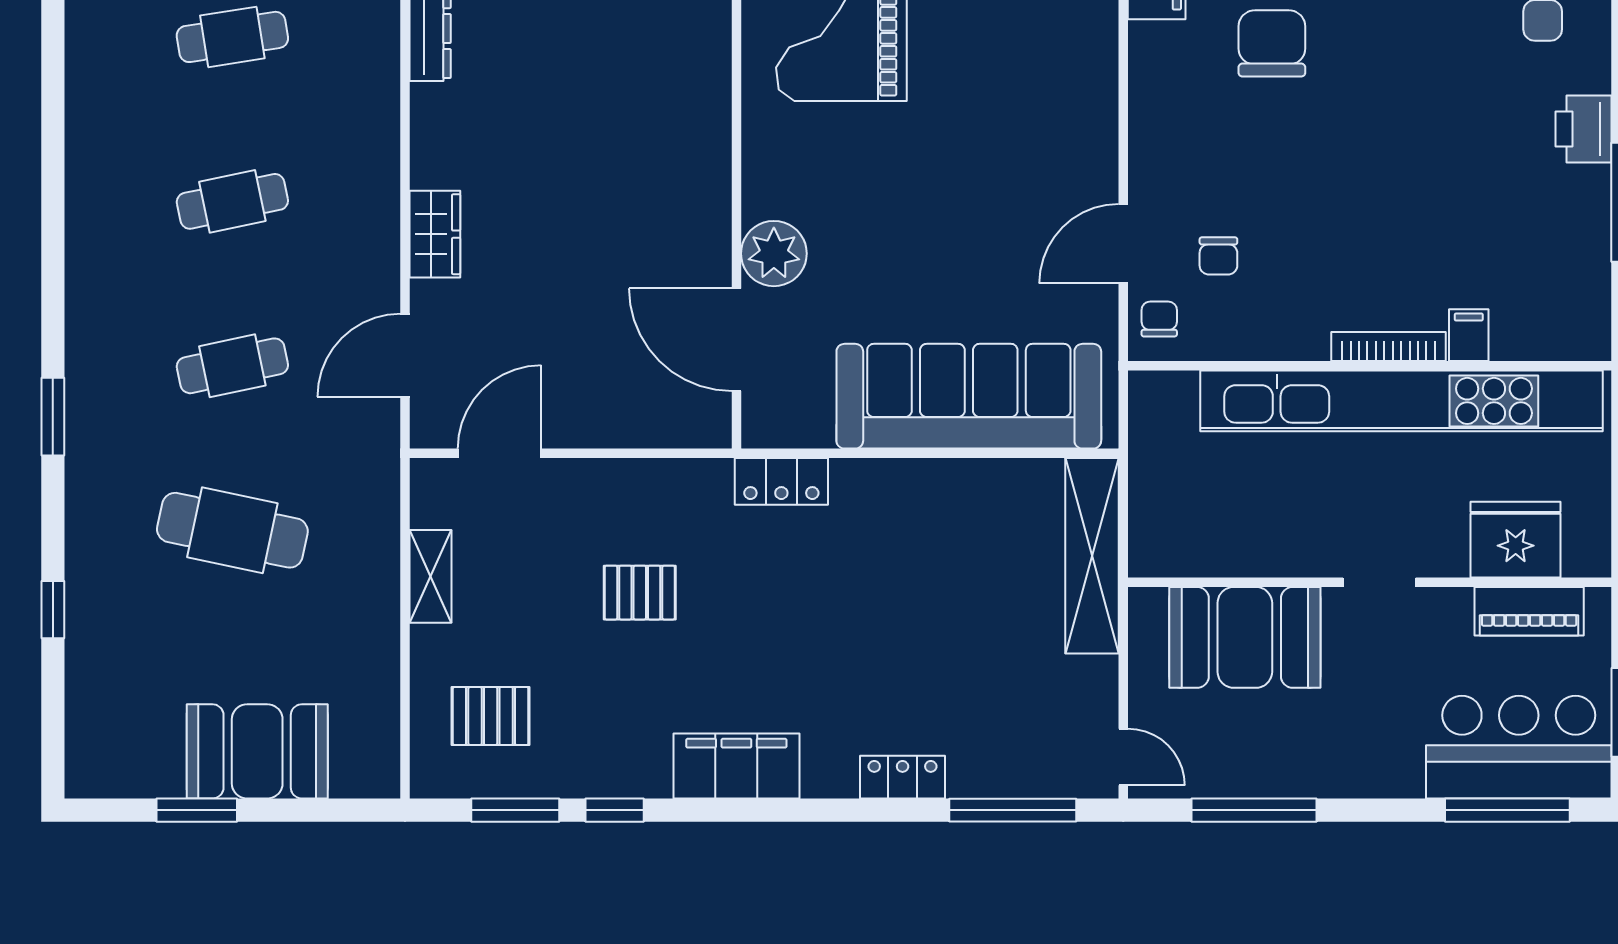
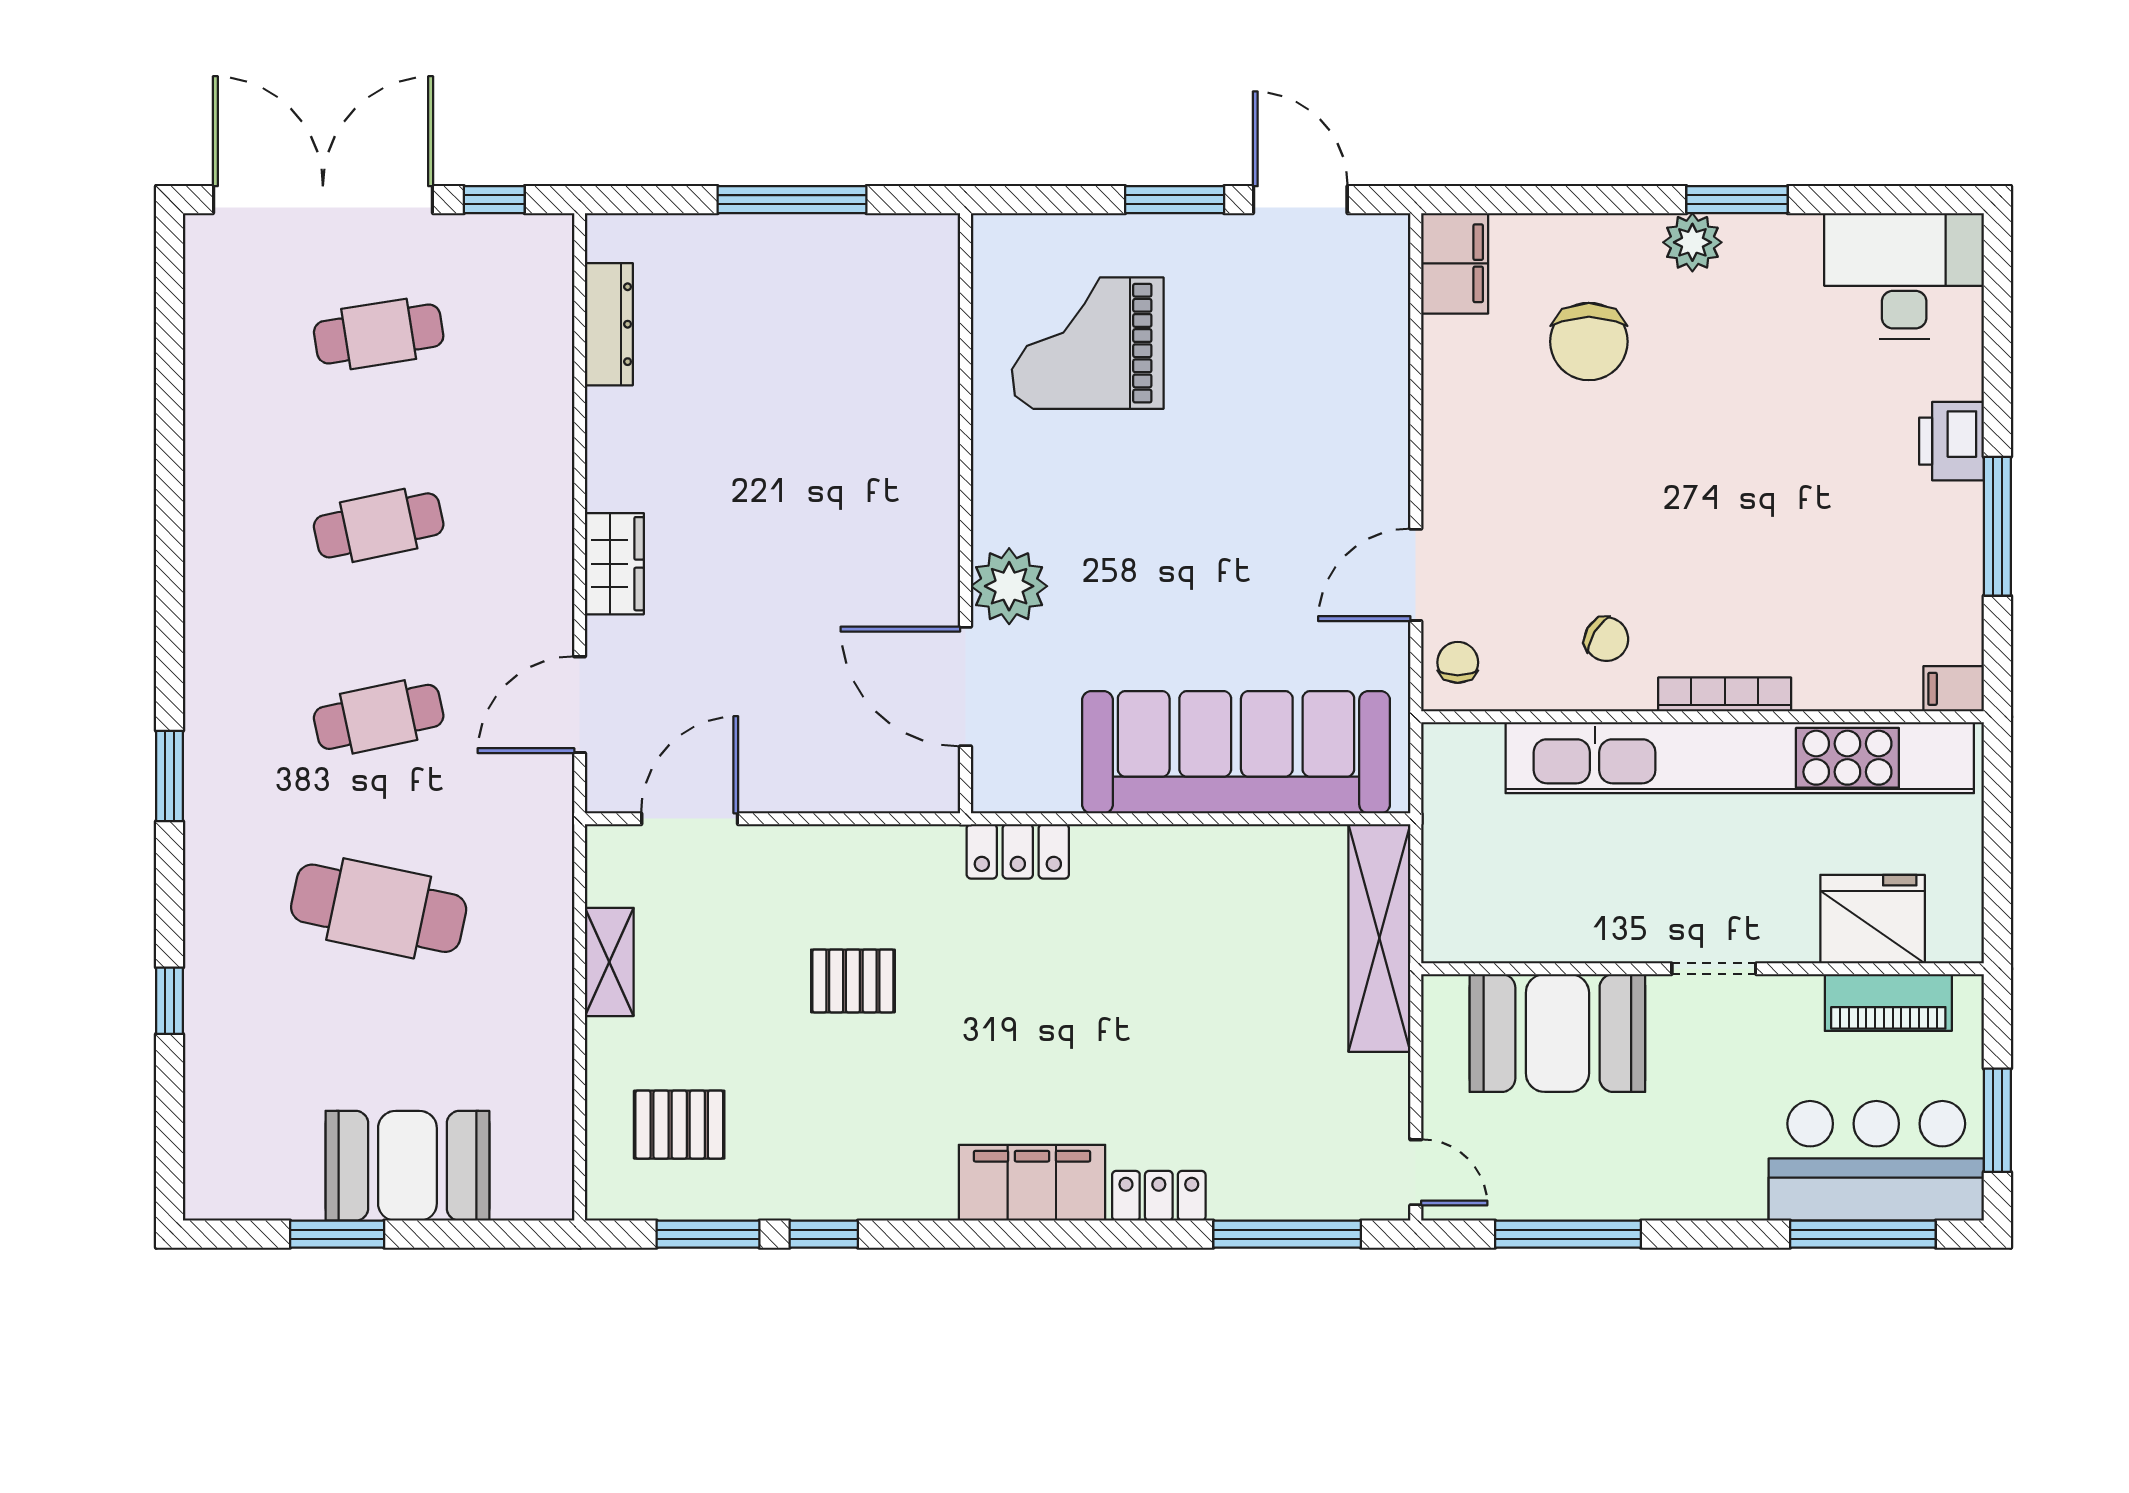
chair: (1272, 43) -> (1589, 342), turned 180
chair: (1218, 256) -> (1606, 639), moved, turned -59
filing cabinet: (1469, 335) -> (1954, 689), moved, turned -90
filing cabinet: (736, 766) -> (1032, 1183), moved

